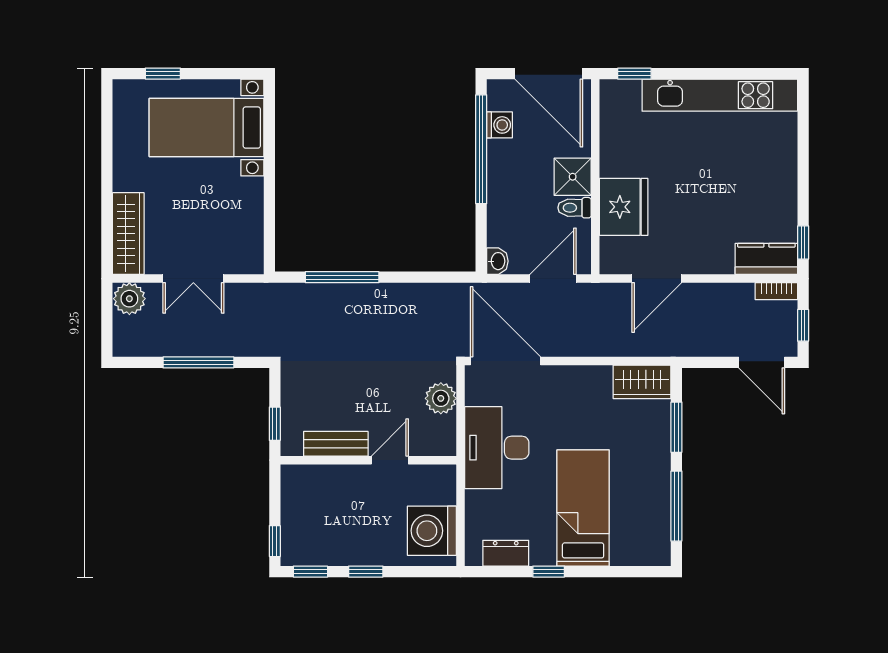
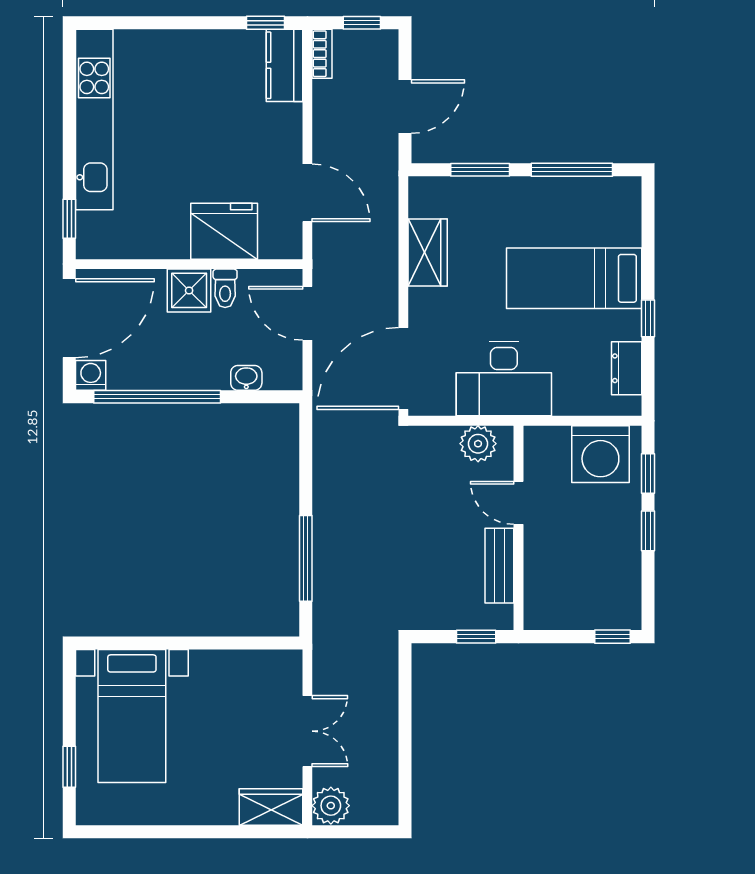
washing machine: (500, 125) -> (91, 375), moved
wardrobe: (128, 234) -> (271, 807), width x0.67
washbasin: (497, 261) -> (246, 378), moved
window: (198, 362) -> (405, 725), removed
door: (762, 362) -> (405, 107), moved
wardrobe: (642, 382) -> (428, 253), moved
plant: (441, 398) -> (478, 444), moved
window: (310, 572) -> (648, 473), moved

